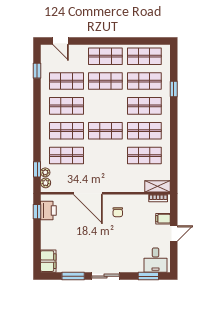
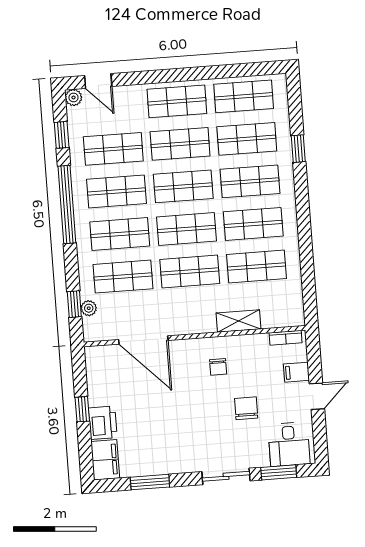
shop shelf: (105, 106) -> (183, 186), added
window: (37, 111) -> (67, 205), added
shop shelf: (105, 156) -> (190, 272), added
plant: (46, 183) -> (74, 97), moved
shelving: (158, 186) -> (238, 321), moved
door: (88, 193) -> (143, 340), moved
printer: (48, 210) -> (103, 423), moved
window: (37, 212) -> (82, 409), moved
chair: (132, 237) -> (246, 408), added
sliding door: (105, 276) -> (226, 476), moved

